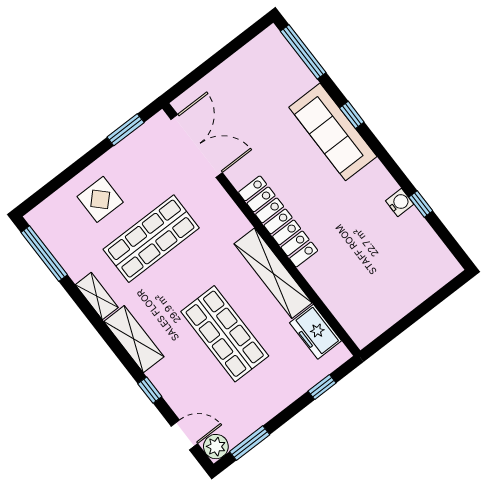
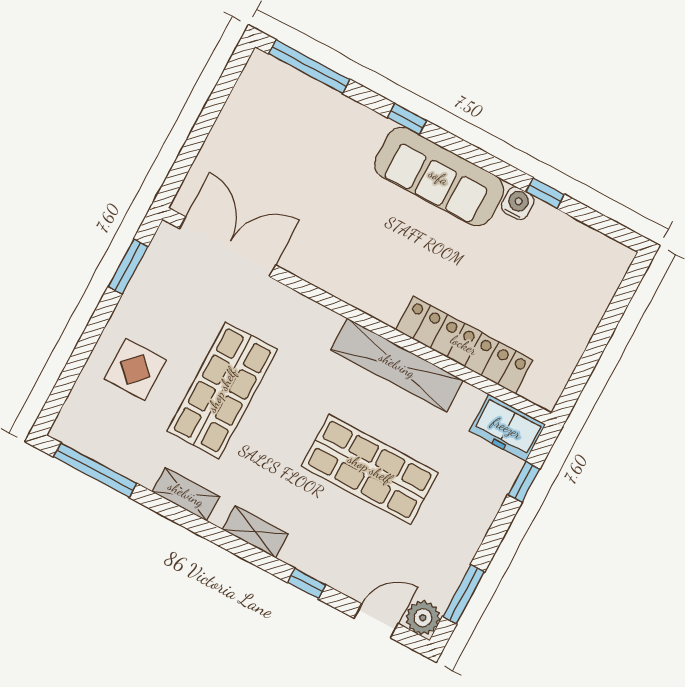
sofa: (333, 132) -> (439, 177), moved
locker: (278, 221) -> (464, 345), moved
freezer: (316, 332) -> (507, 428), moved
shelving: (134, 339) -> (255, 532), width x0.67, depth x0.75

